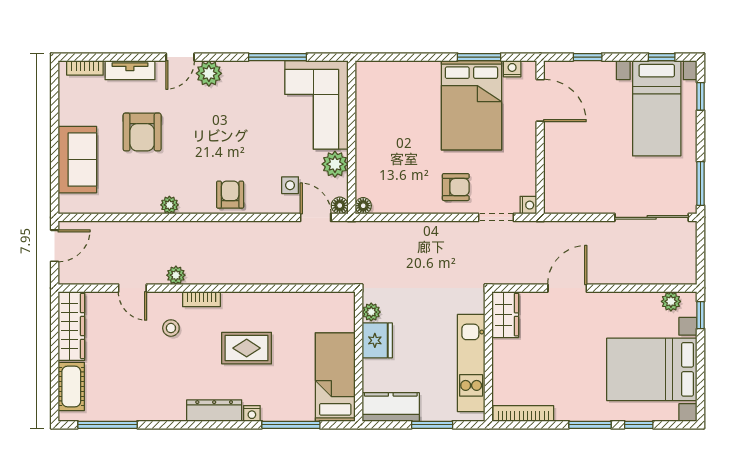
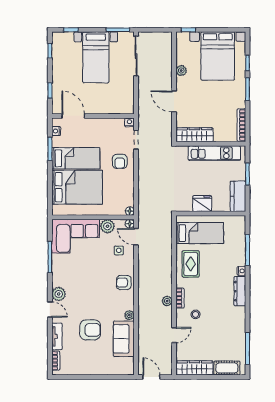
door: (540, 100) -> (73, 116), hinge flipped
bed: (471, 105) -> (76, 158), width x0.67
bed: (408, 108) -> (77, 187), added
bed with nightstands: (657, 108) -> (96, 57), moved, turned 90
sofa: (77, 160) -> (124, 339), moved, turned -90
armchair: (456, 187) -> (120, 161), turned 180
door: (316, 217) -> (136, 237), hinge flipped
plant: (176, 275) -> (167, 301), moved
plant: (671, 301) -> (181, 71), moved
plant: (371, 312) -> (187, 207), removed
wardrobe: (505, 315) -> (194, 135), width x1.50
rug: (247, 348) -> (191, 264), moved
bed: (335, 377) -> (200, 233), moved, turned 180

